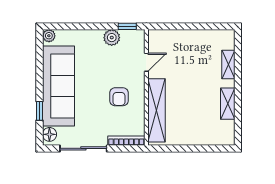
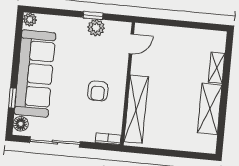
window: (127, 26) -> (93, 15), moved
door: (146, 62) -> (131, 44), moved
shelving: (228, 104) -> (210, 109), width x1.50, depth x1.33
bookcase: (126, 141) -> (108, 139), width x0.64

